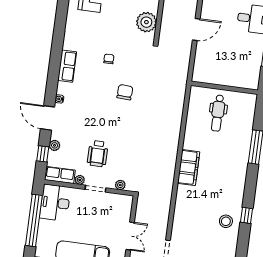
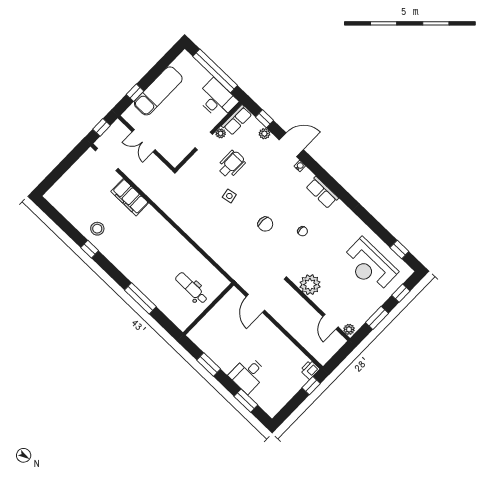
door: (196, 29) -> (255, 303), moved
side table: (124, 137) -> (229, 196), added
wheelchair: (98, 154) -> (231, 164), turned 90
filing cabinet: (189, 168) -> (130, 197), moved
plant: (120, 185) -> (192, 164), removed

